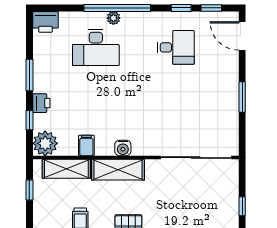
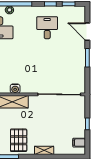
door: (242, 36) -> (87, 32), moved
desk: (176, 47) -> (47, 28), turned -90

